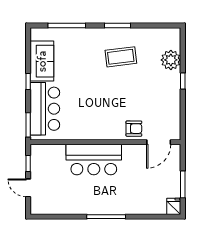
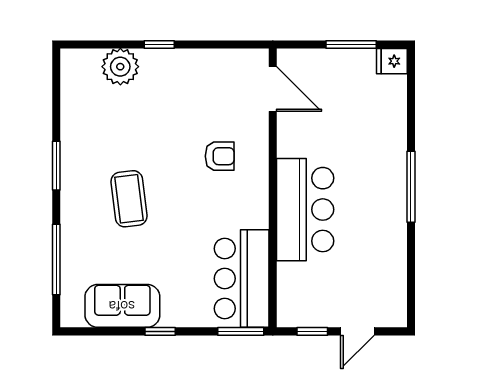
coffee table: (121, 57) -> (129, 199), moved
bar counter: (45, 109) -> (242, 279), moved, turned -90
armchair: (134, 129) -> (220, 156), moved, turned 90

